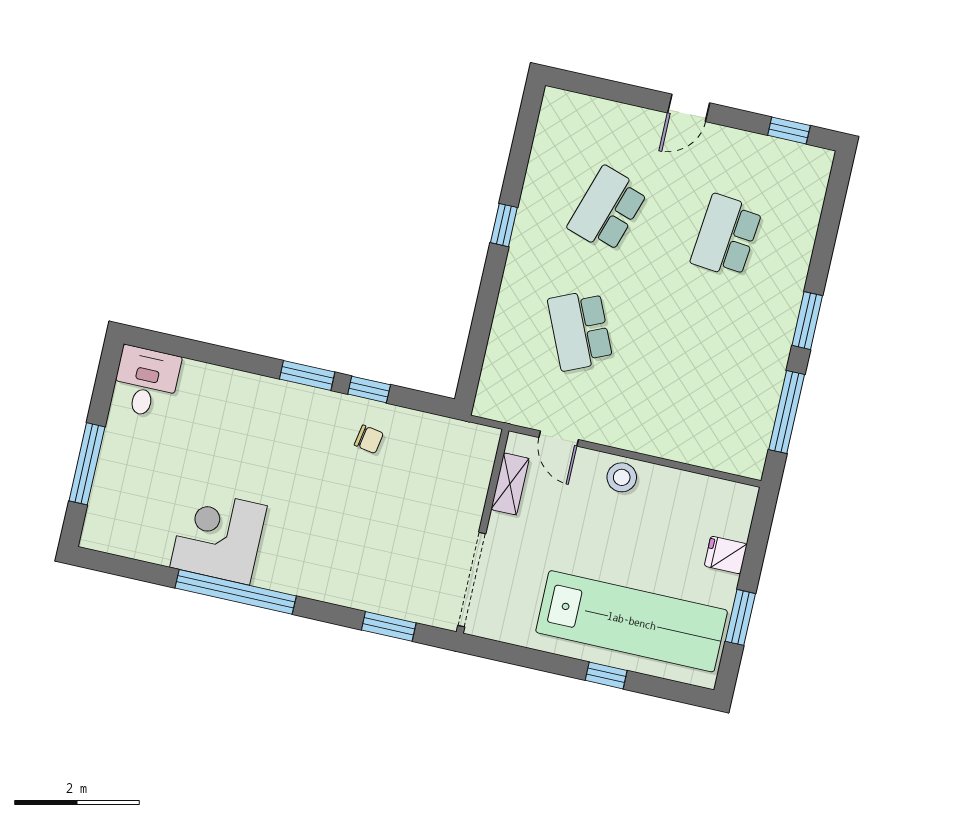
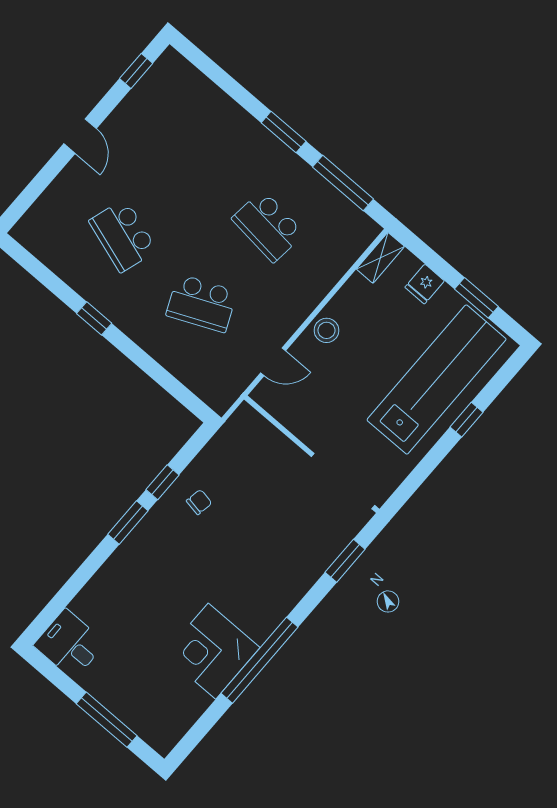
school desk: (726, 236) -> (268, 226), moved
shelving: (510, 484) -> (380, 258), moved, turned 90

